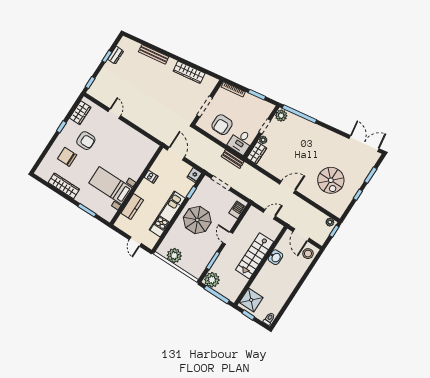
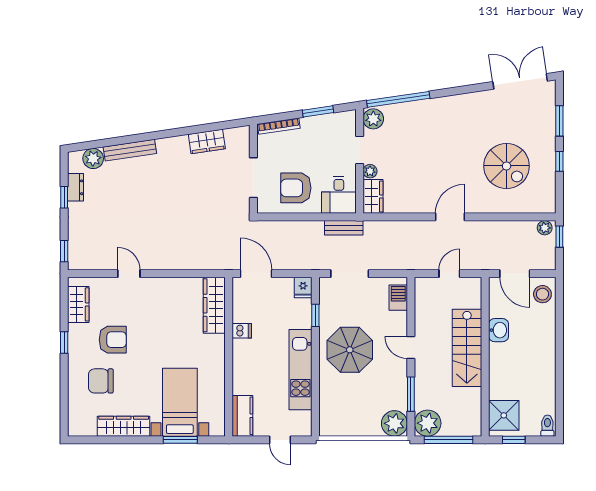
plant: (133, 47) -> (93, 159), added
wardrobe: (189, 72) -> (207, 141), width x0.67
armchair: (222, 125) -> (296, 188), turned 90
wardrobe: (146, 156) -> (214, 305), added
bed with nightstands: (111, 185) -> (180, 402), moved, turned 90
kitchen counter: (132, 207) -> (242, 416), moved
plant: (174, 256) -> (394, 423), moved

